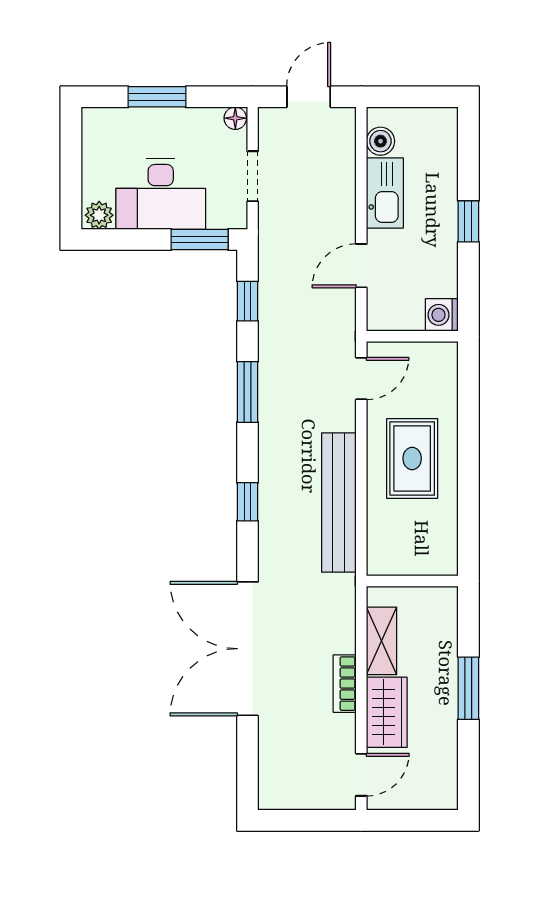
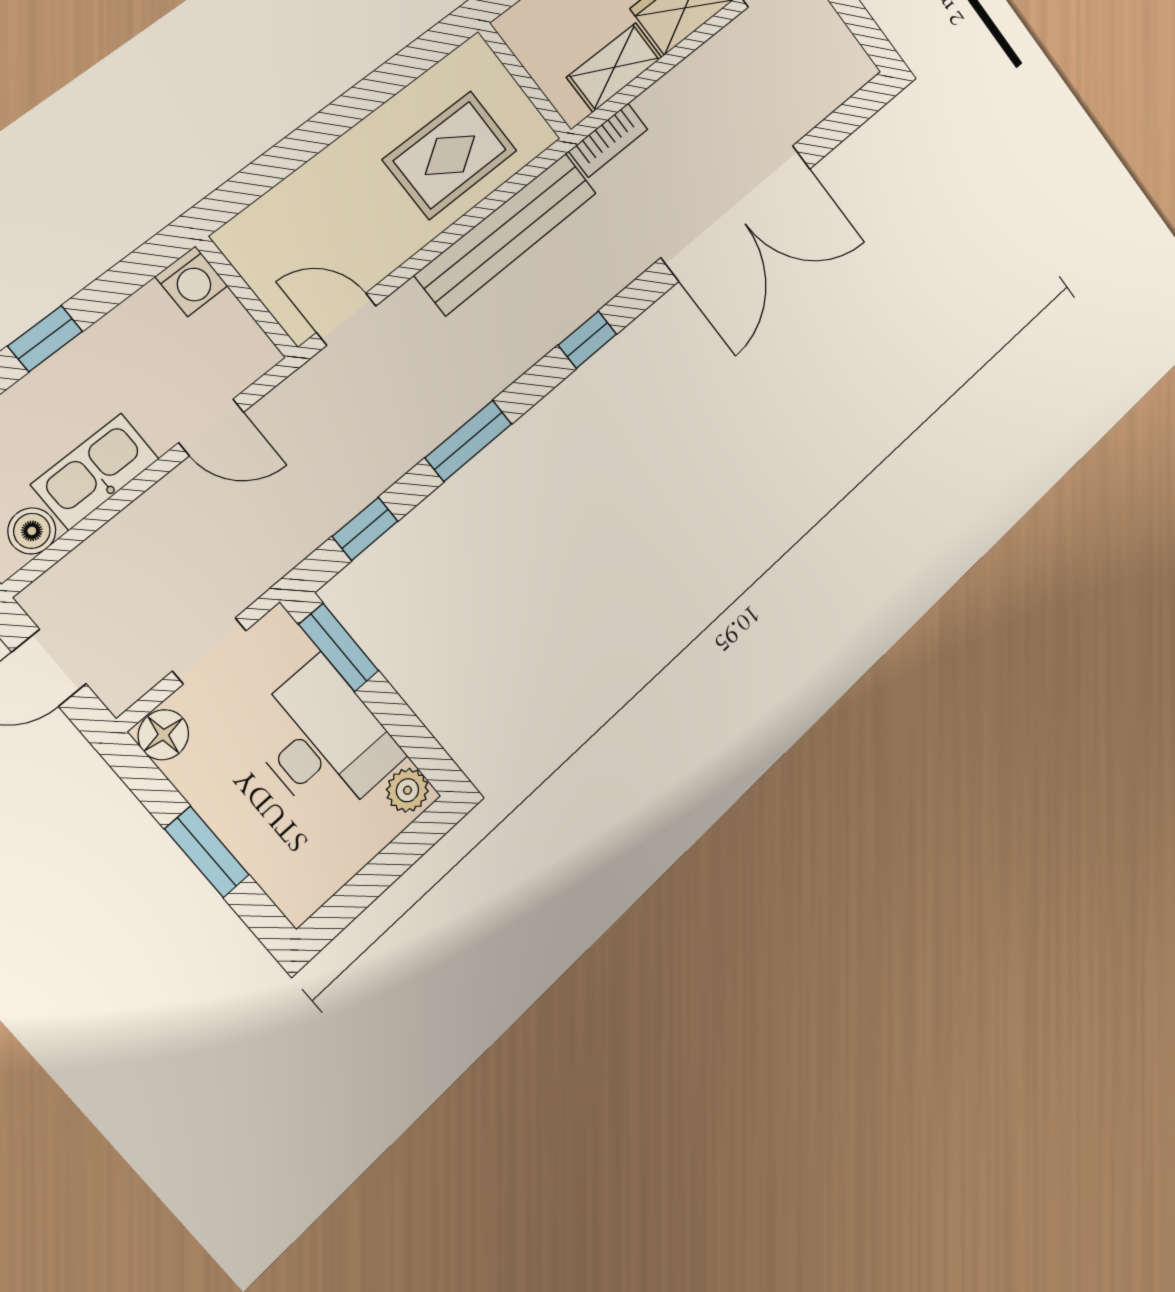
floor lamp: (235, 118) -> (163, 735), width x1.37, depth x1.37
rug: (412, 458) -> (450, 155), moved
bookcase: (345, 684) -> (608, 140), moved

